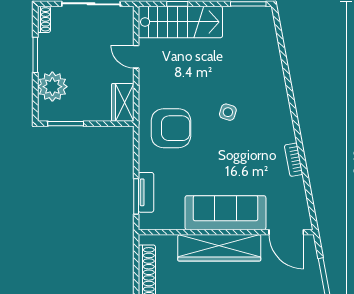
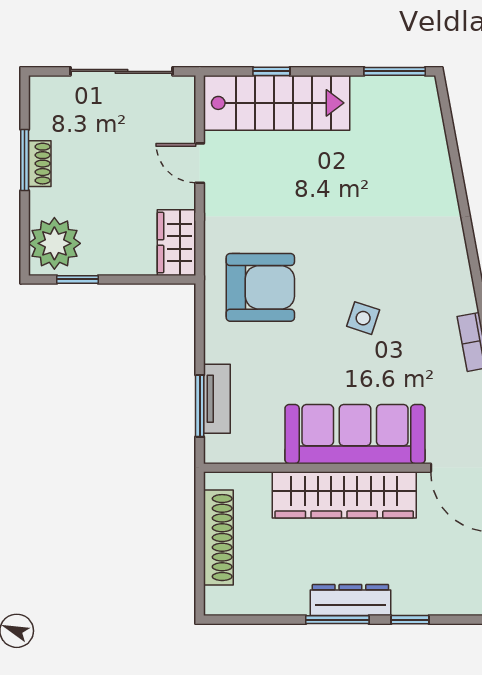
shoe rack: (44, 19) -> (40, 164), moved
plant: (52, 87) -> (54, 243), moved
side table: (228, 112) -> (363, 318), moved
window: (66, 124) -> (77, 279), width x0.67

